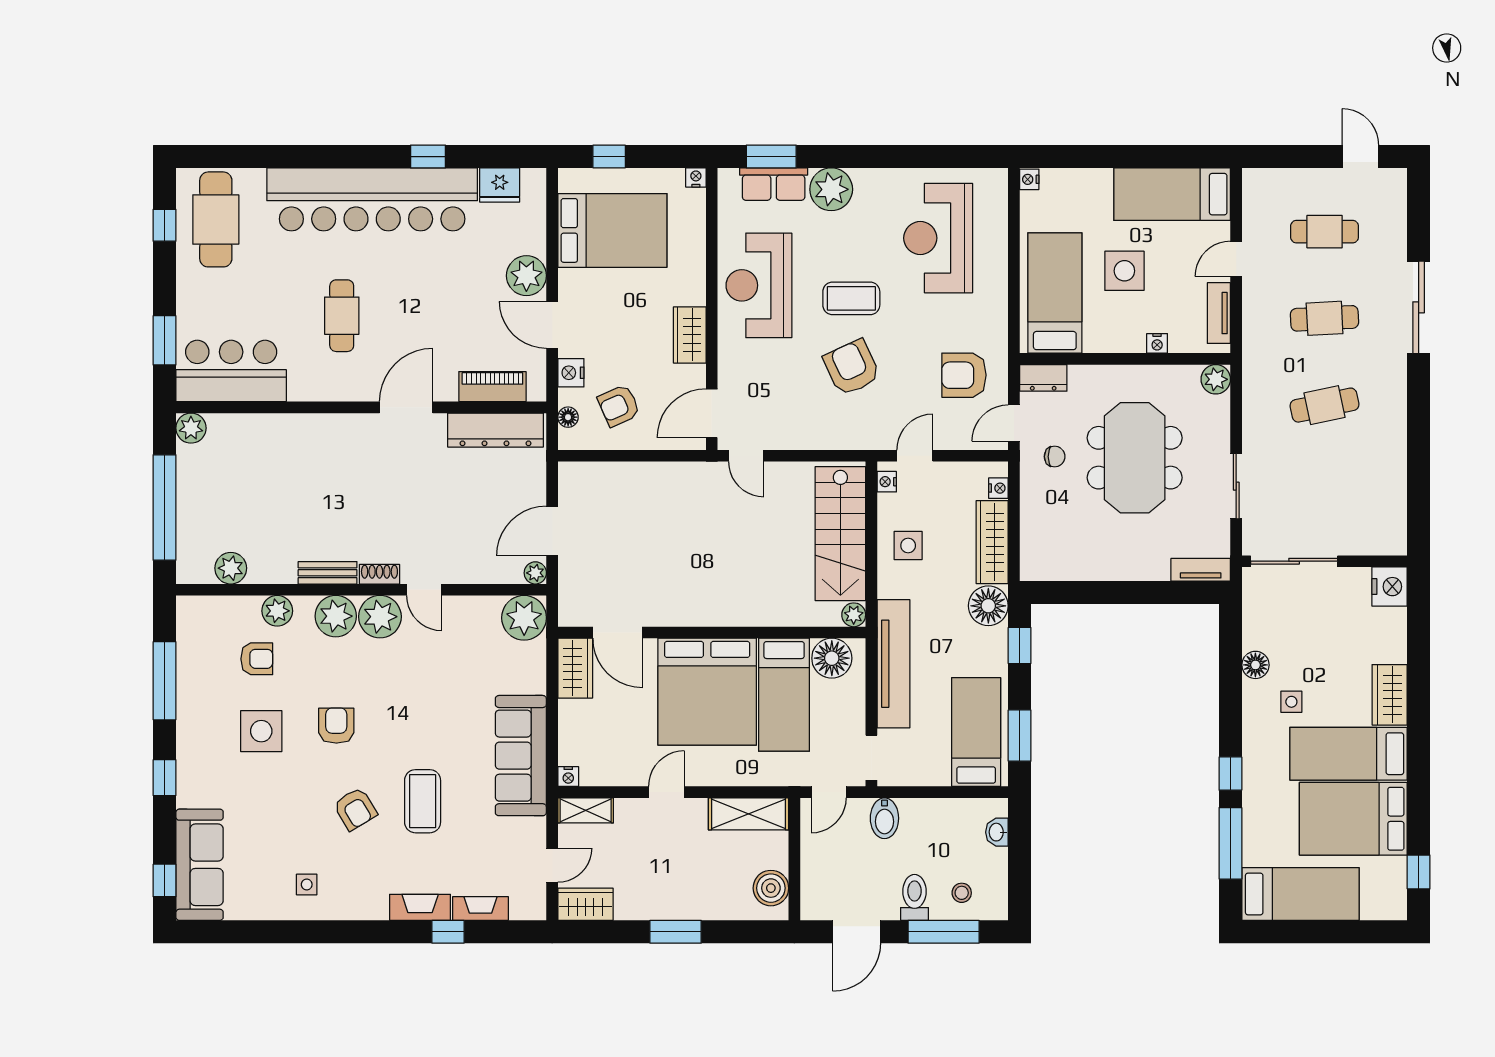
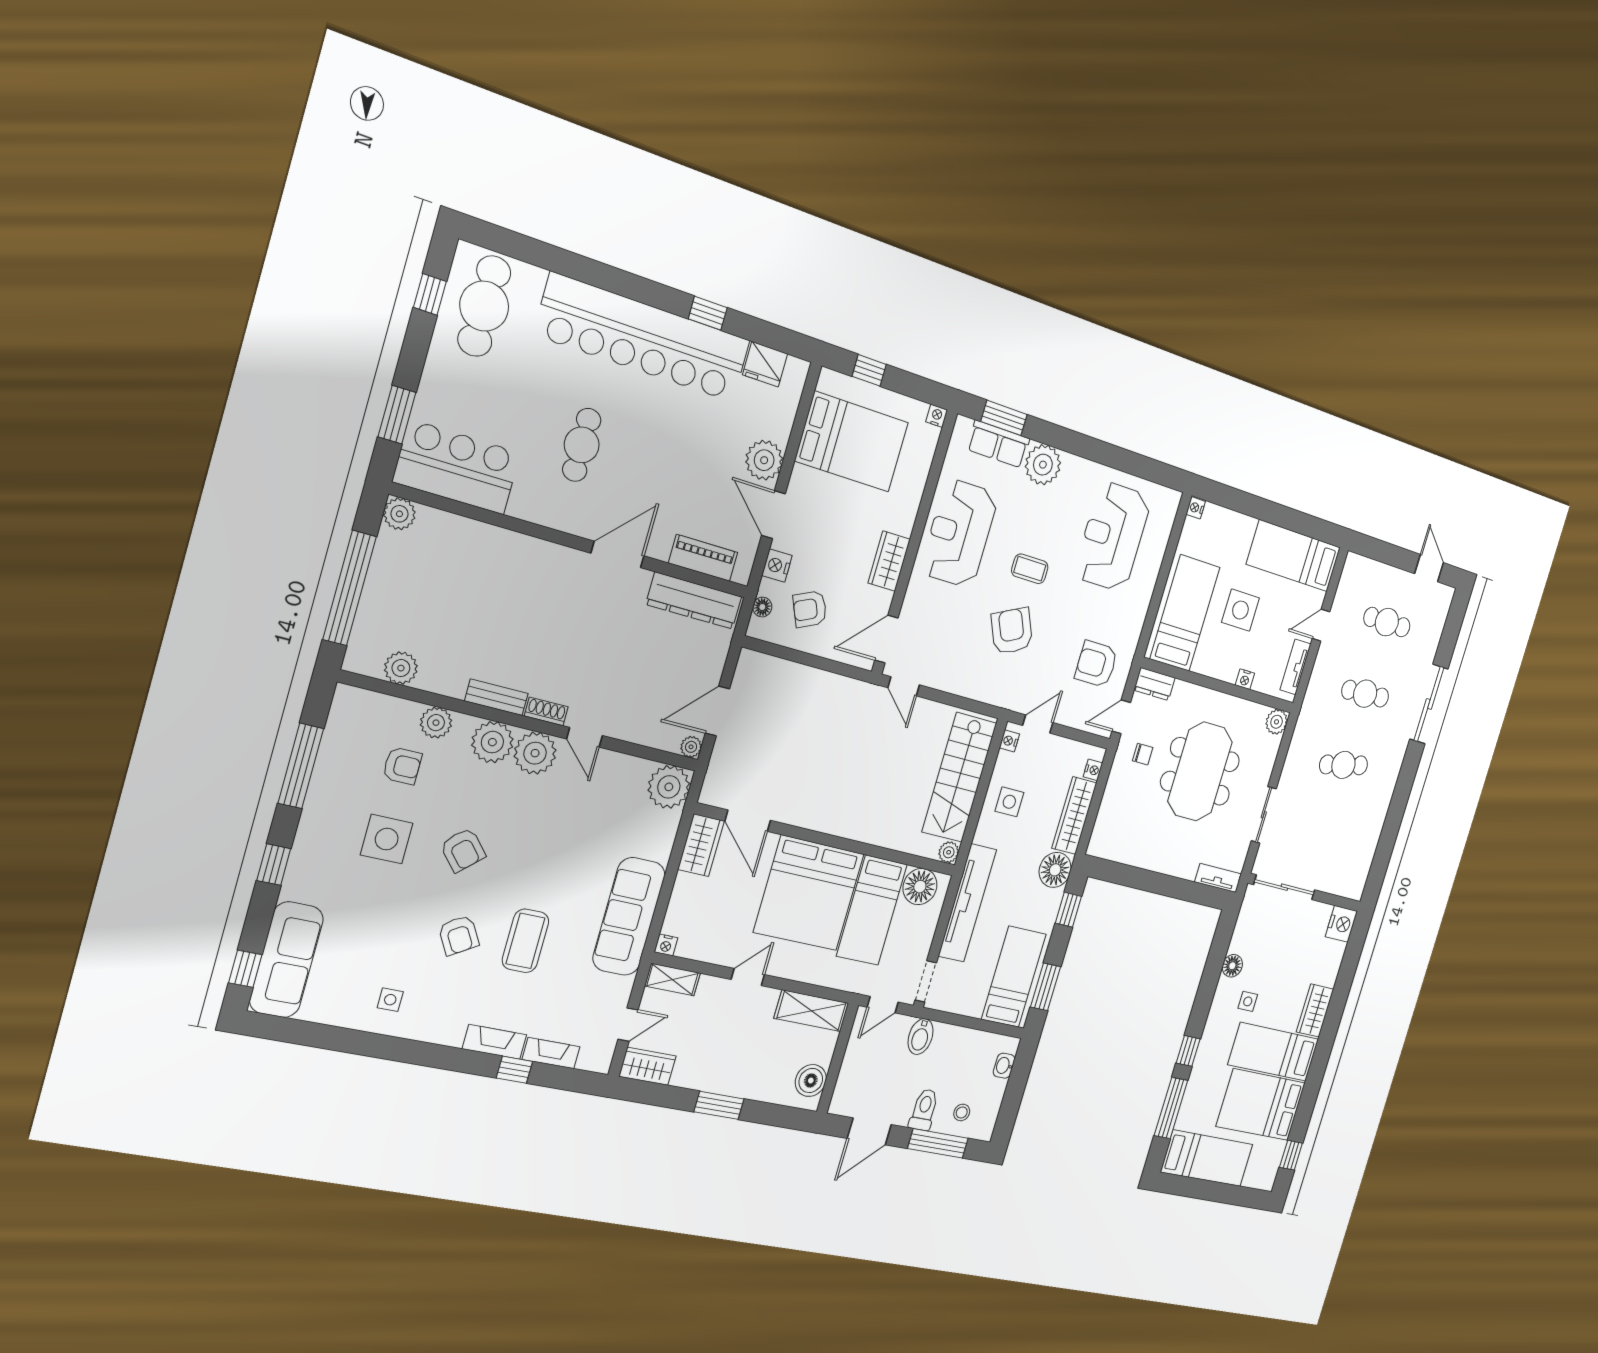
coffee table: (851, 298) -> (1030, 569), width x0.73, depth x0.77
armchair: (336, 726) -> (463, 850), turned 138

